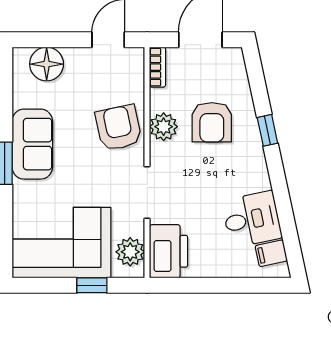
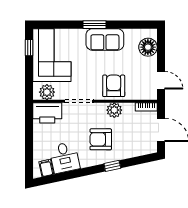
armchair: (212, 122) -> (101, 139), moved
armchair: (119, 128) -> (114, 86), turned -78
window: (92, 285) -> (29, 48), moved

